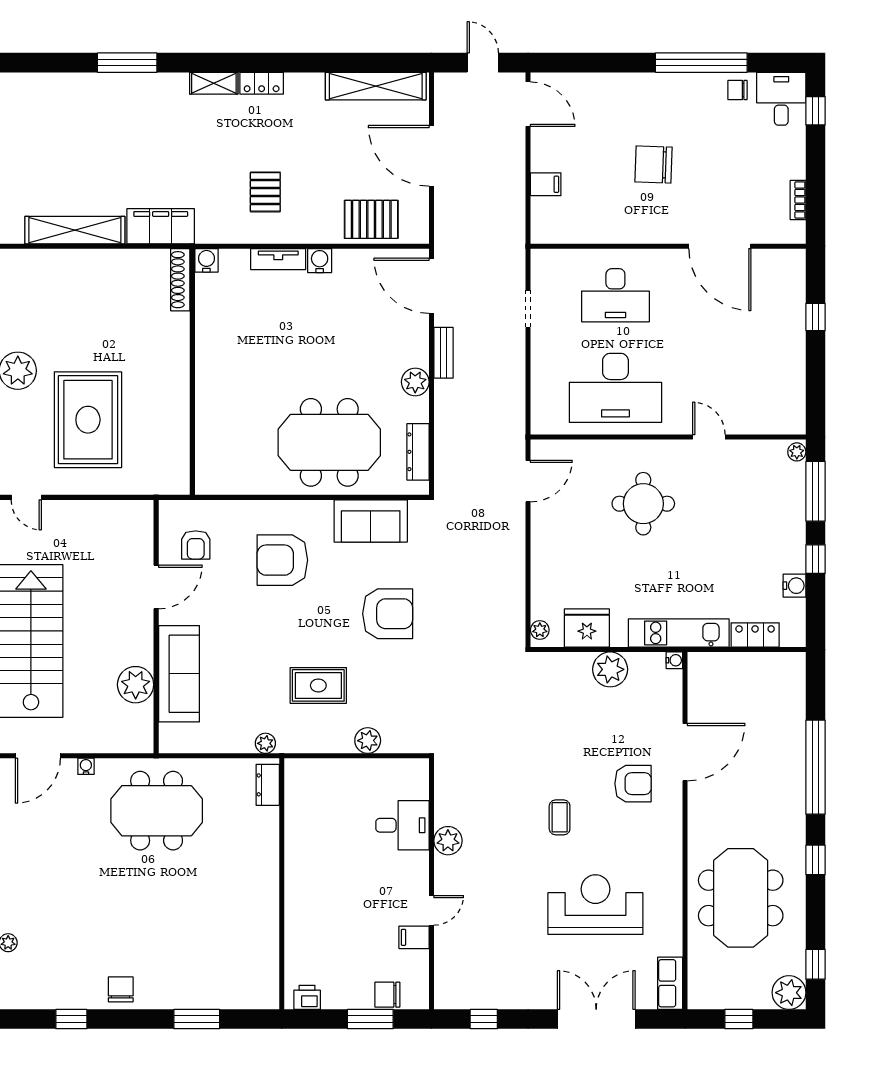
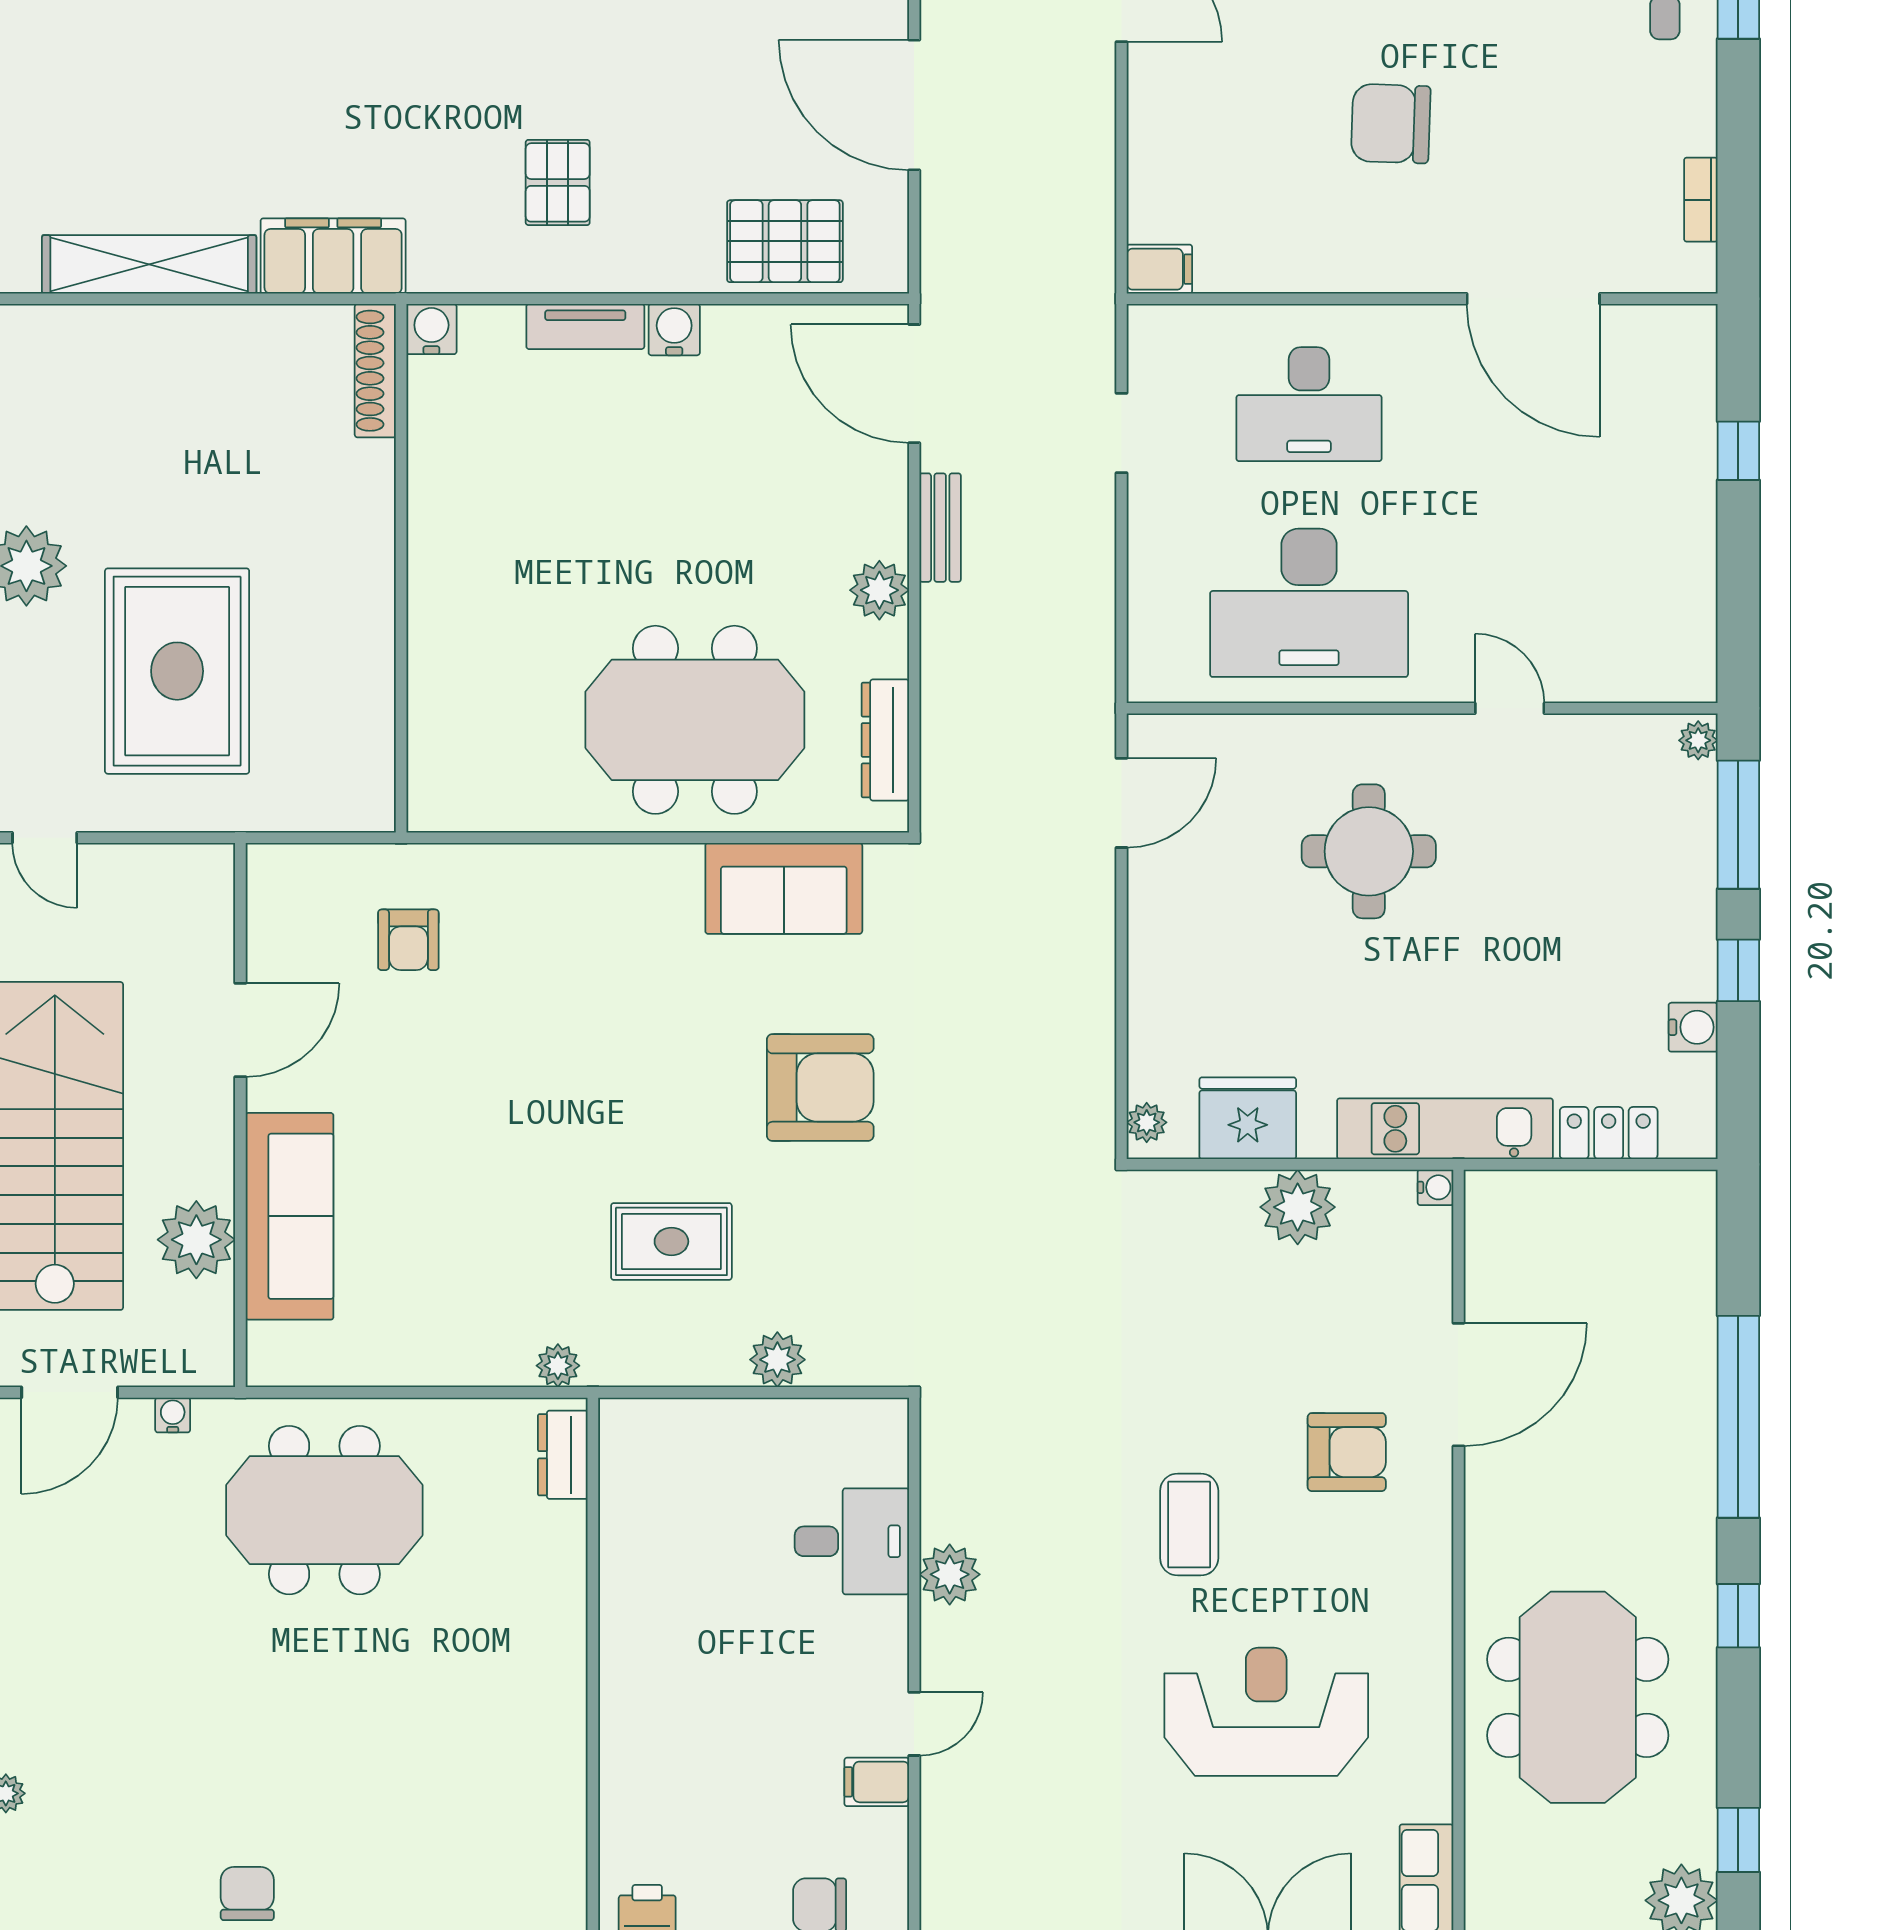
filing cabinet: (546, 184) -> (1159, 269), moved
armchair: (282, 560) -> (594, 972), removed
door: (156, 587) -> (240, 1030), moved
wall: (156, 627) -> (240, 1115), moved
sofa: (179, 674) -> (290, 1216), moved
plant: (136, 685) -> (196, 1240), moved
coffee table: (560, 817) -> (1189, 1524), width x1.36, depth x1.30

